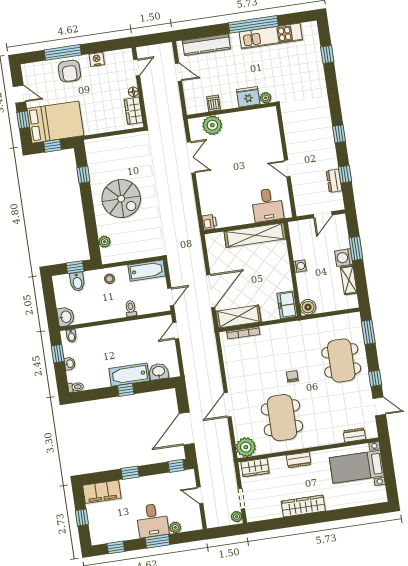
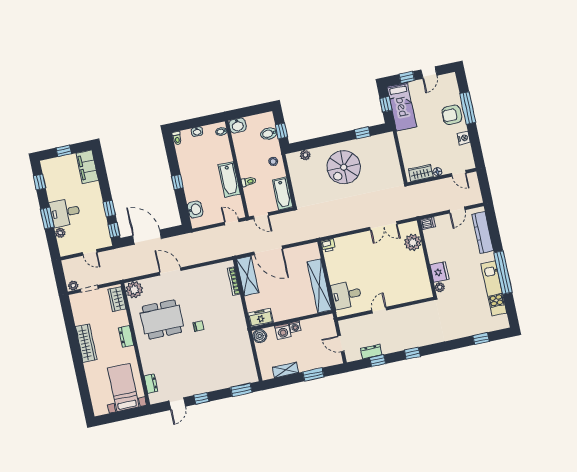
dishwasher: (213, 103) -> (428, 223), moved
bed: (55, 122) -> (402, 107), width x0.67
washing machine: (344, 258) -> (283, 331), moved, turned 180
window: (58, 354) -> (205, 121), removed
dining table: (341, 360) -> (215, 368), removed
bathtub: (129, 375) -> (229, 180), moved, turned 180
window: (130, 473) -> (109, 209), moved
door: (200, 495) -> (90, 252), swing flipped

